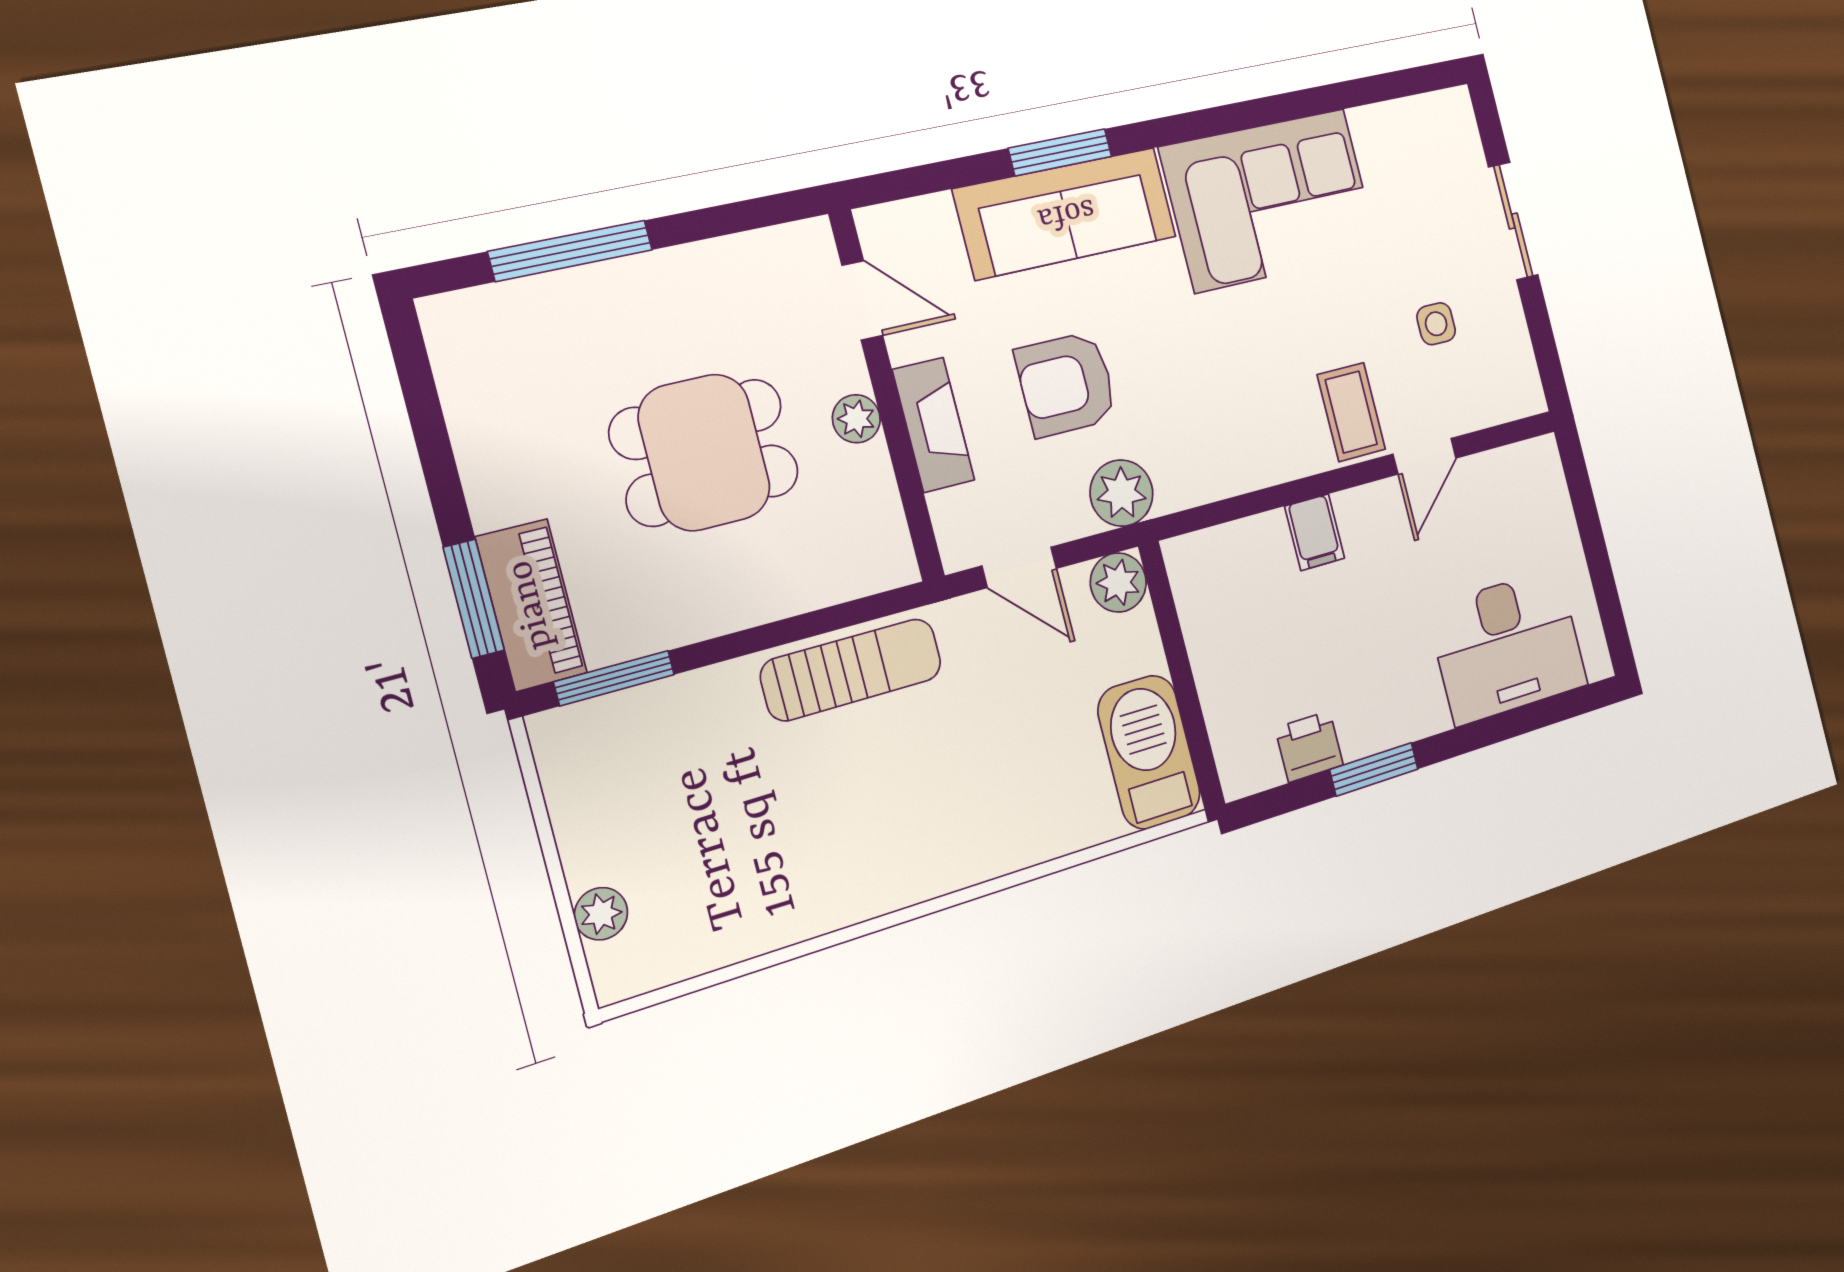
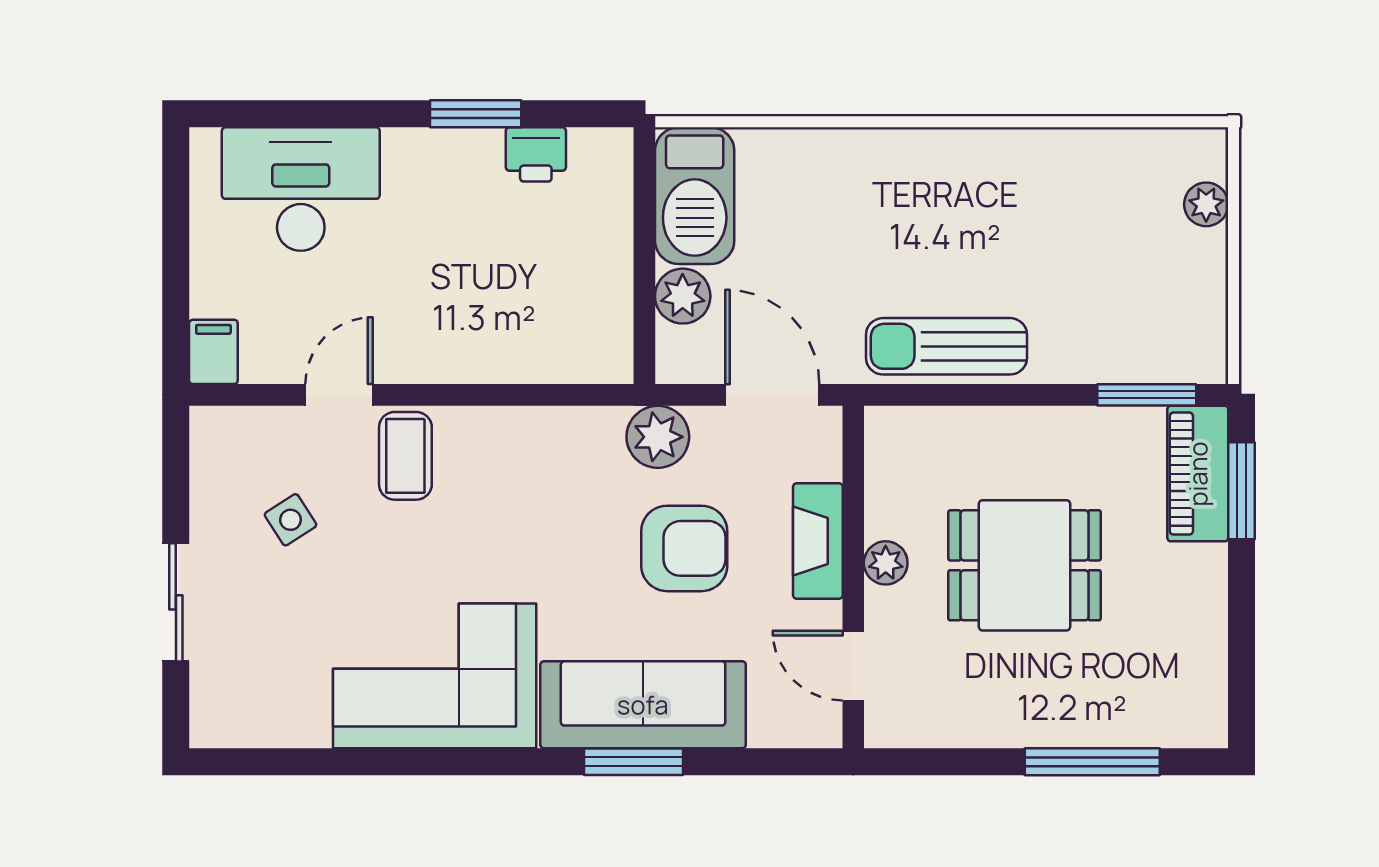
side table: (1436, 324) -> (291, 520), turned -33
filing cabinet: (1315, 532) -> (213, 352), moved
door: (1019, 567) -> (772, 395), width x1.38
plant: (1118, 582) -> (683, 296), moved

